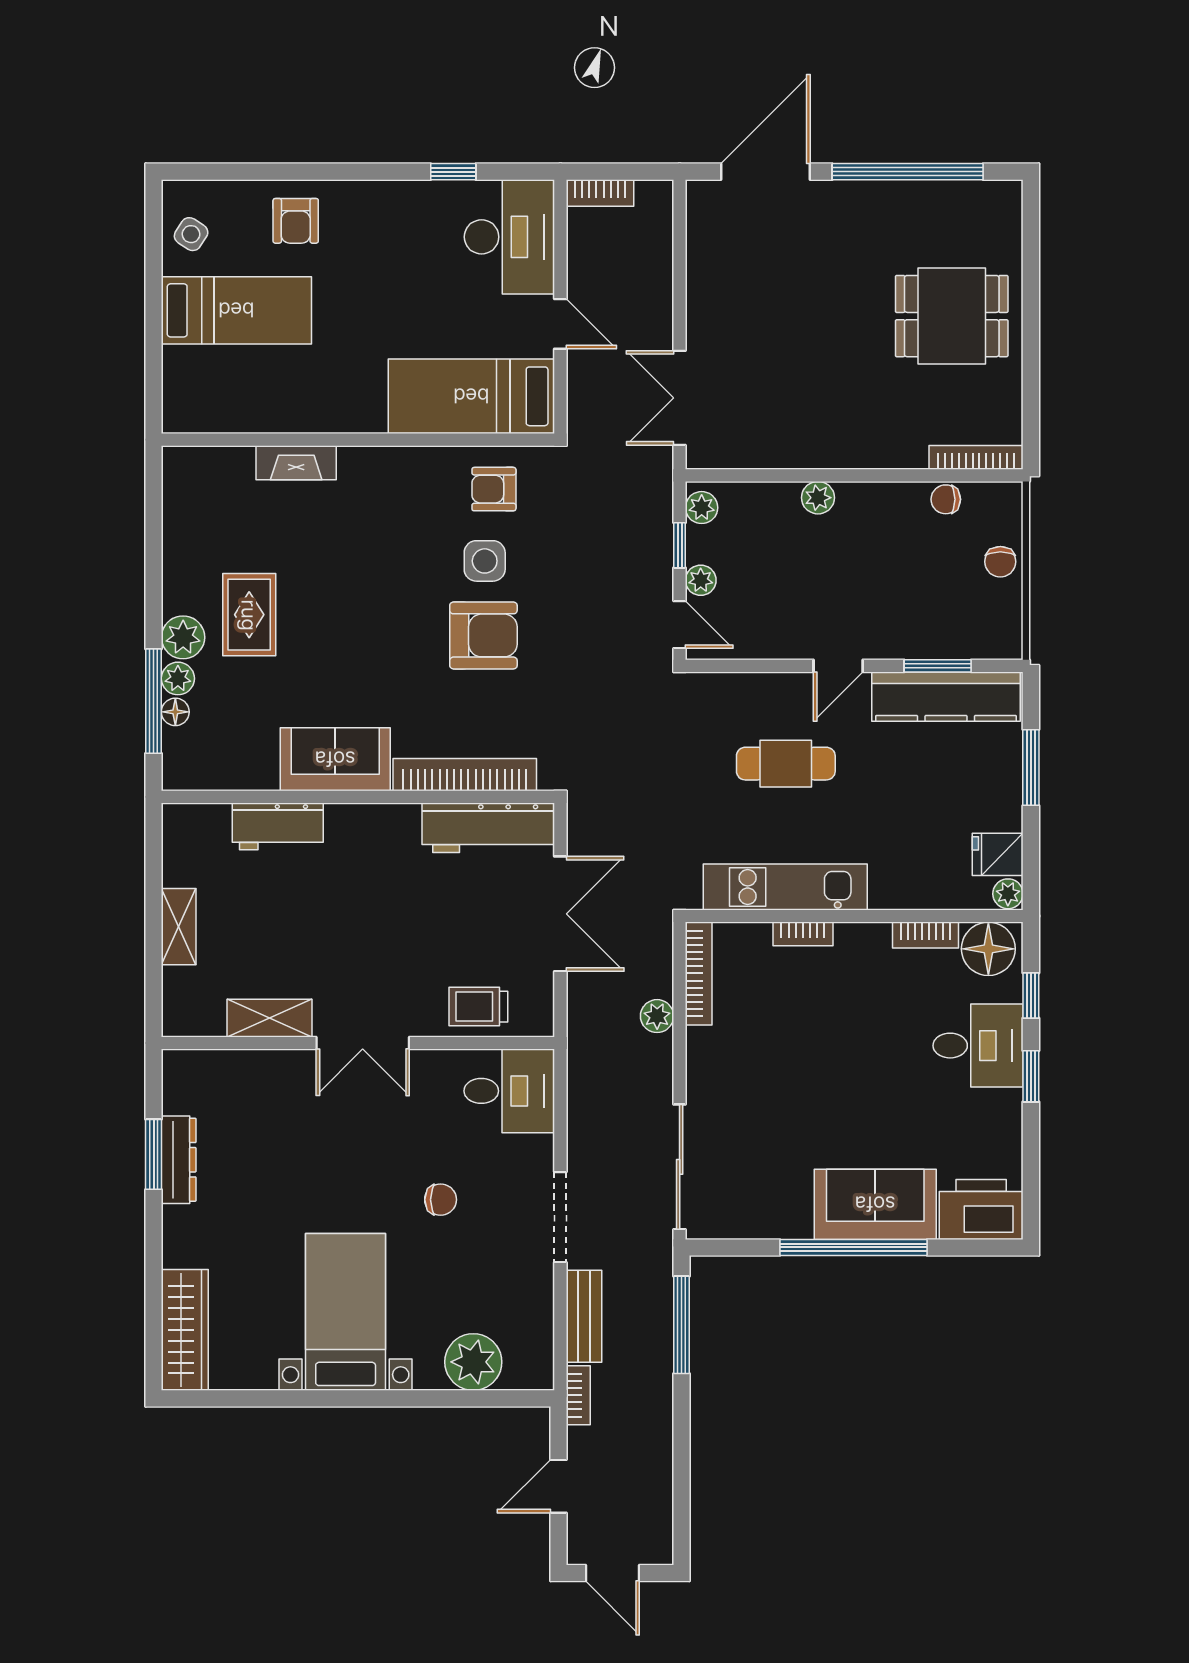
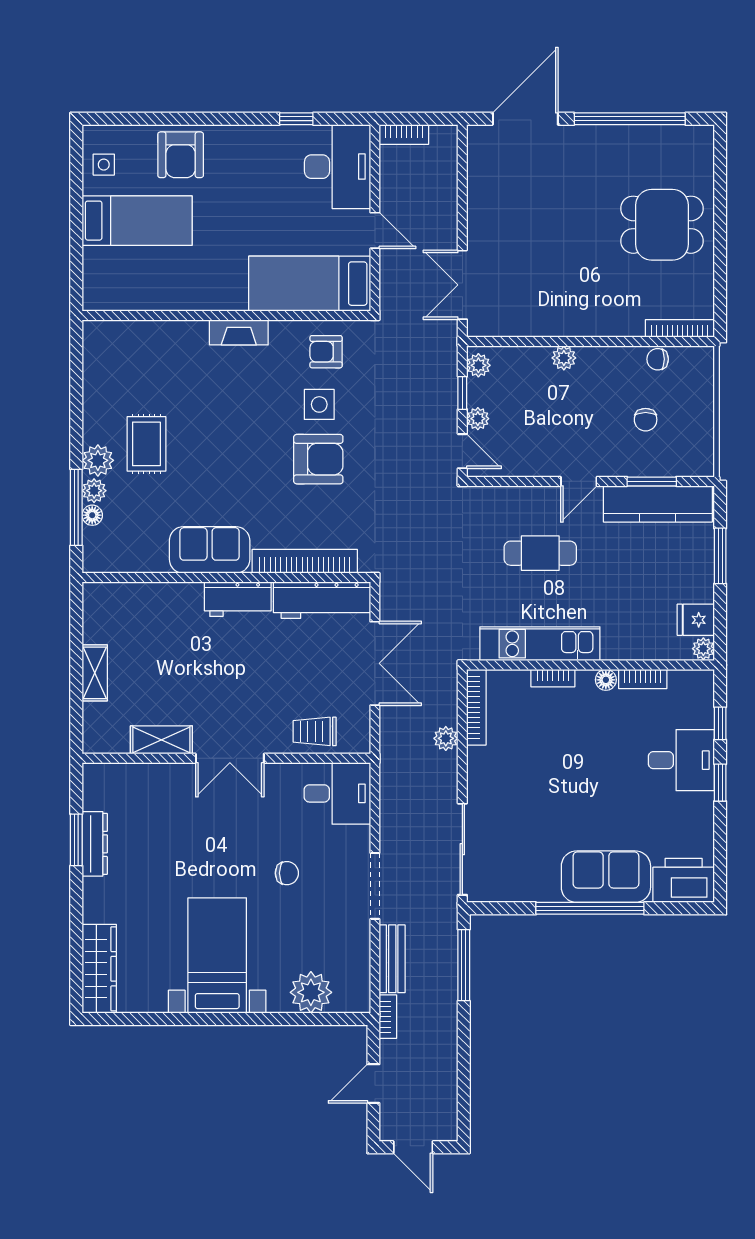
armchair: (296, 221) -> (181, 155), width x1.38, depth x1.38
side table: (191, 234) -> (104, 165), turned -33
fireplace: (296, 463) -> (239, 332), moved
chair: (1000, 562) -> (646, 420), moved
workbench: (278, 826) -> (238, 599), moved
floor lamp: (988, 949) -> (606, 680), moved, width x0.53, depth x0.53

